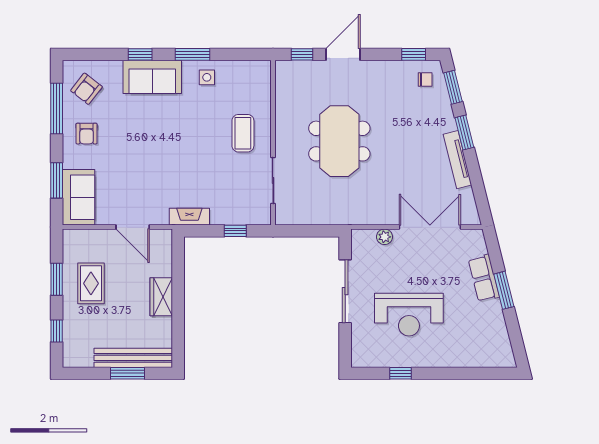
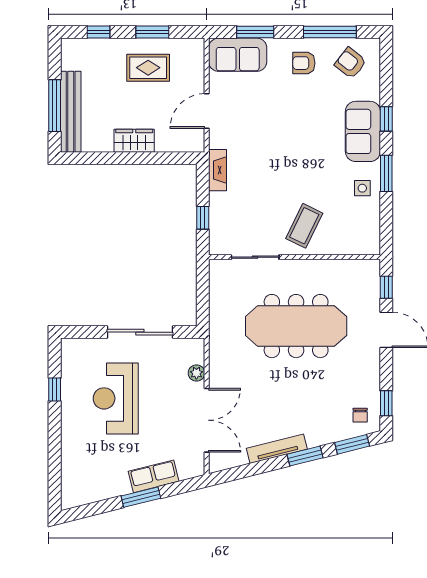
coffee table: (243, 133) -> (304, 226), turned -64
meeting table: (339, 141) -> (296, 326), width x1.36
window: (128, 373) -> (55, 106), width x1.44

